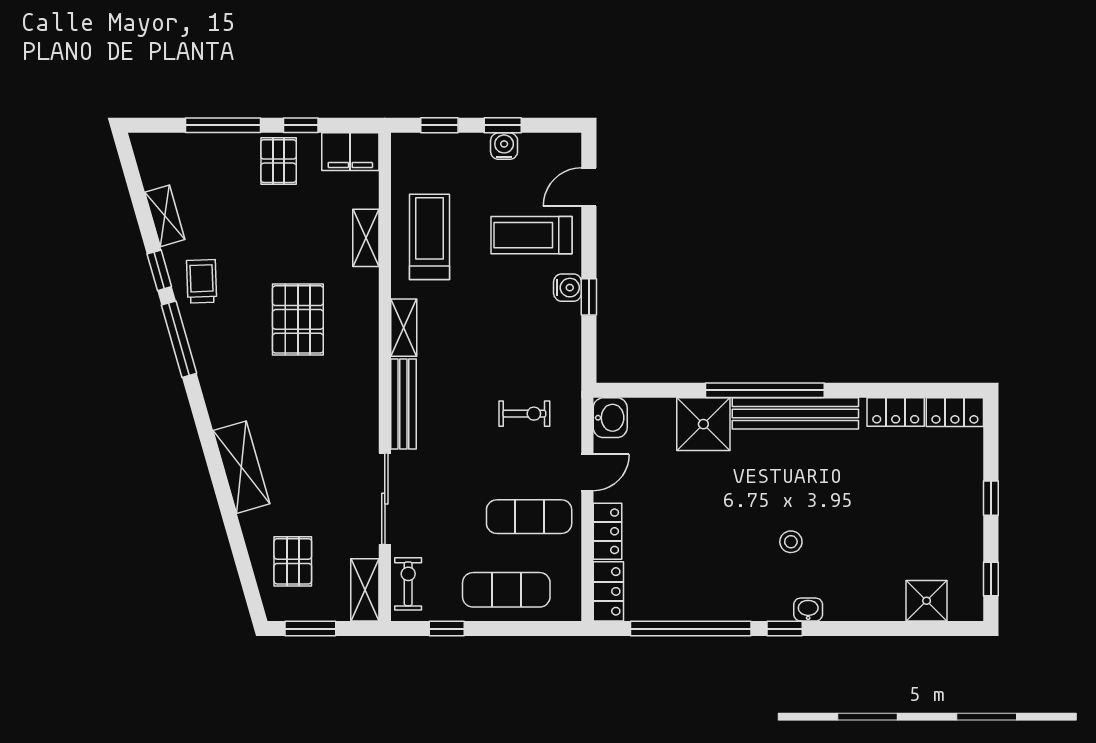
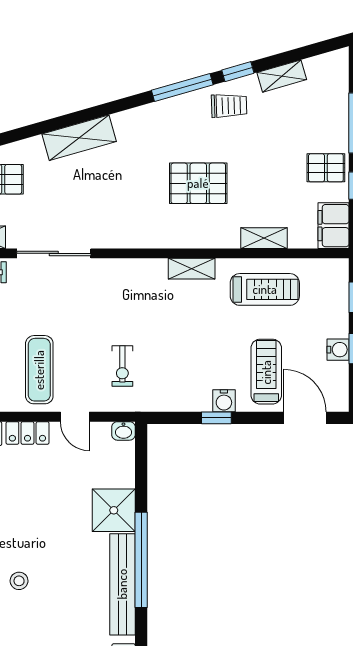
door: (589, 187) -> (305, 418), width x1.38
bench: (403, 404) -> (130, 268), removed
washbasin: (610, 418) -> (123, 431), width x0.72, depth x0.69

